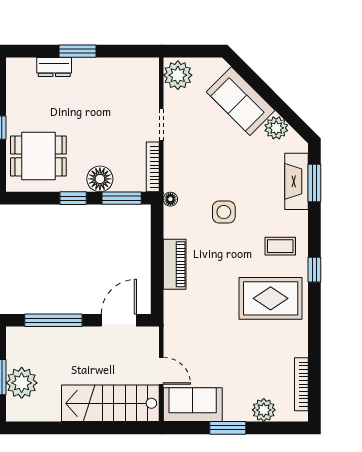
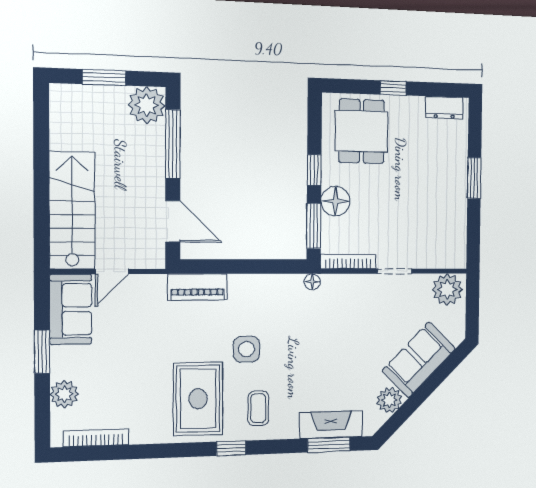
dresser: (54, 67) -> (444, 108), moved, turned -90
side table: (224, 212) -> (246, 349), moved
piano: (175, 264) -> (198, 287), moved
plant: (22, 383) -> (147, 105), moved

